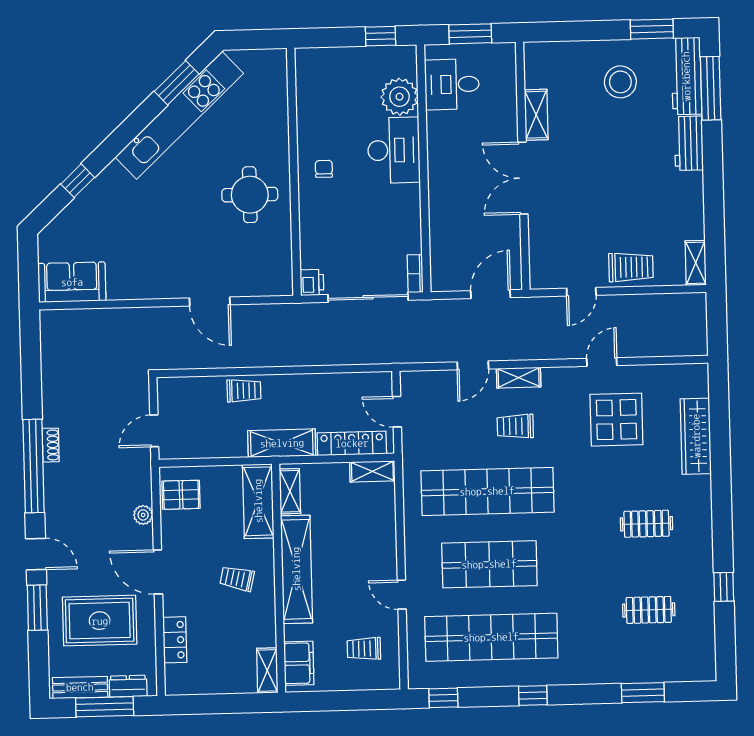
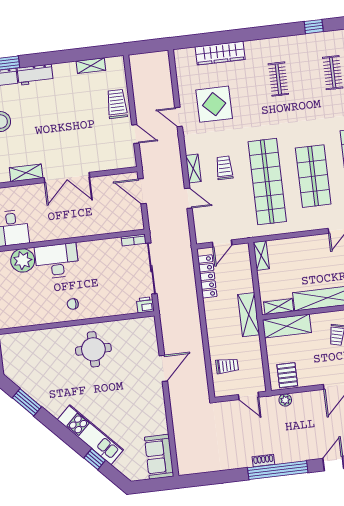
kitchen unit: (179, 115) -> (90, 435), moved, width x0.73
shelving: (696, 263) -> (91, 66), moved
trolley: (244, 391) -> (227, 366), moved, turned 90
trolley: (515, 426) -> (224, 168), turned 180
locker: (352, 443) -> (207, 276), moved, turned 180
plant: (143, 515) -> (285, 400), moved

